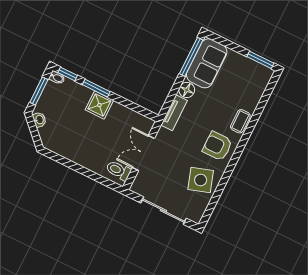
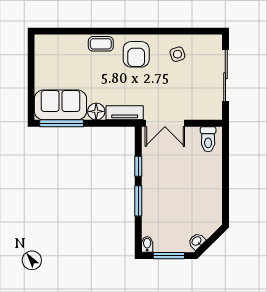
window: (260, 60) -> (31, 54), removed
window: (68, 74) -> (138, 166), moved
shower: (99, 105) -> (153, 190), removed
double door: (143, 153) -> (165, 123), moved
side table: (201, 180) -> (177, 54), width x0.54, depth x0.54

